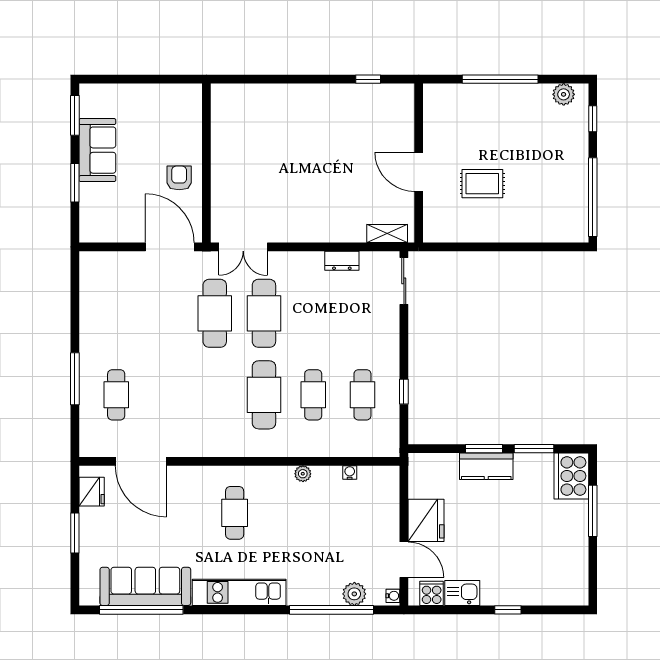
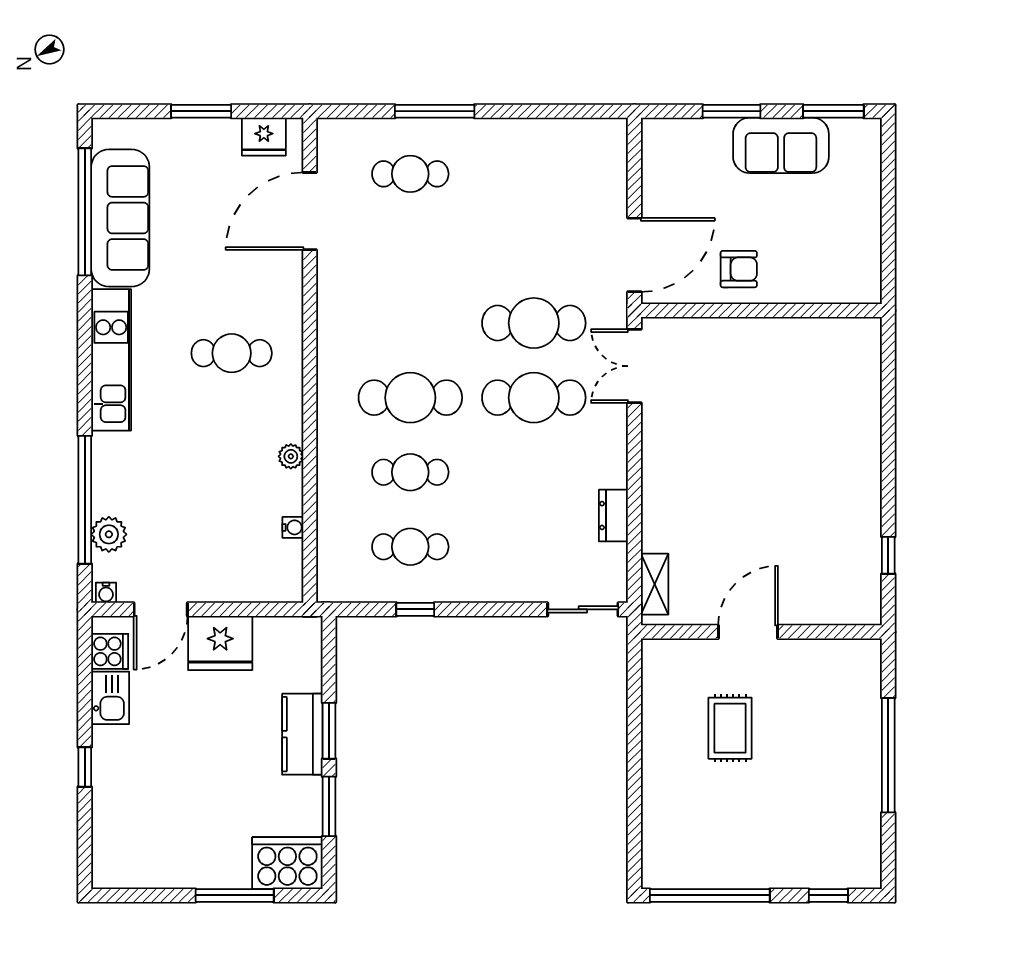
plant: (564, 94) -> (865, 851), removed

